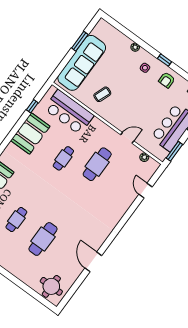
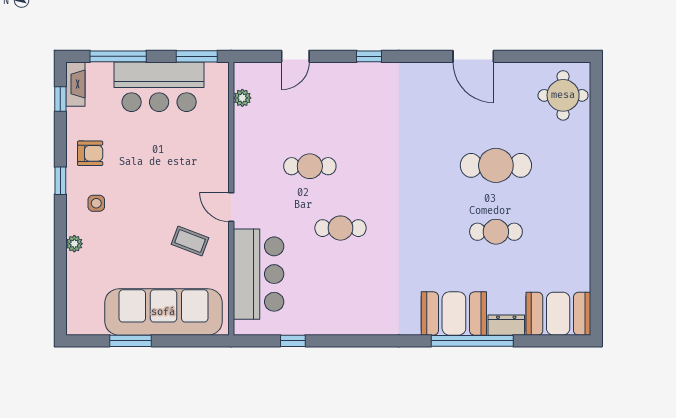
booth: (30, 133) -> (339, 312), removed
door: (127, 138) -> (231, 207), moved
cafe table: (97, 164) -> (310, 166), width x0.73, depth x0.74
window: (124, 220) -> (369, 56), added
door: (93, 262) -> (473, 56), hinge flipped

